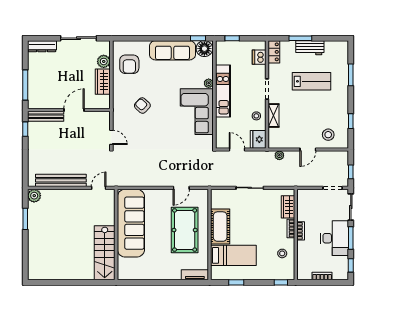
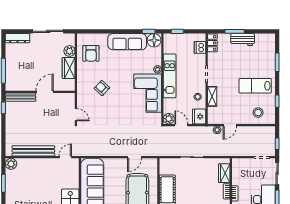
lab bench: (312, 81) -> (255, 86), moved, turned 180
plant: (222, 142) -> (169, 119), added
door: (308, 150) -> (230, 125), moved

